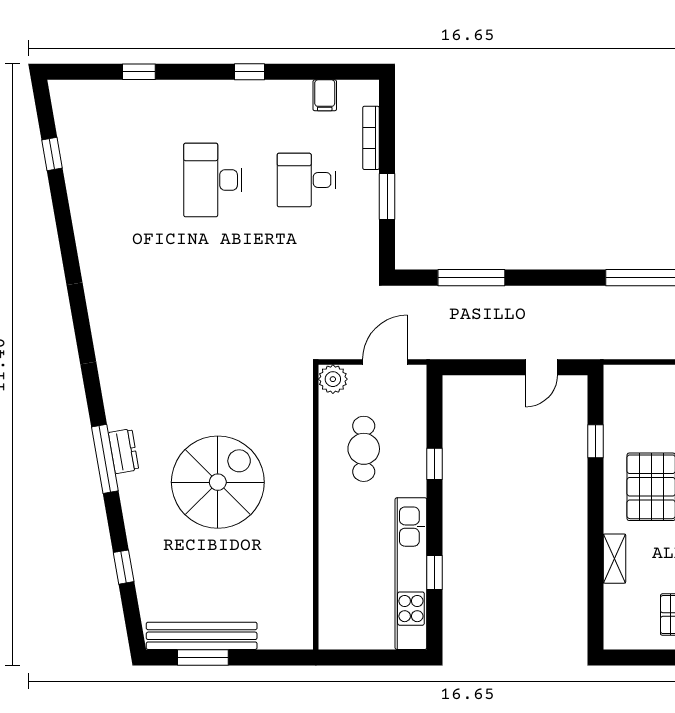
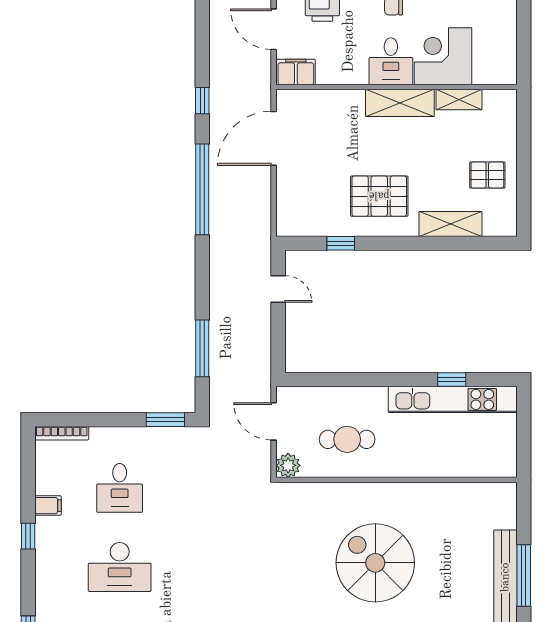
filing cabinet: (325, 95) -> (48, 506), moved
bookcase: (371, 138) -> (62, 433), moved
window: (387, 196) -> (165, 420), moved
window: (435, 464) -> (360, 379), removed
shelving: (614, 559) -> (450, 224), width x1.50, depth x1.33
window: (203, 657) -> (524, 576), width x1.44

